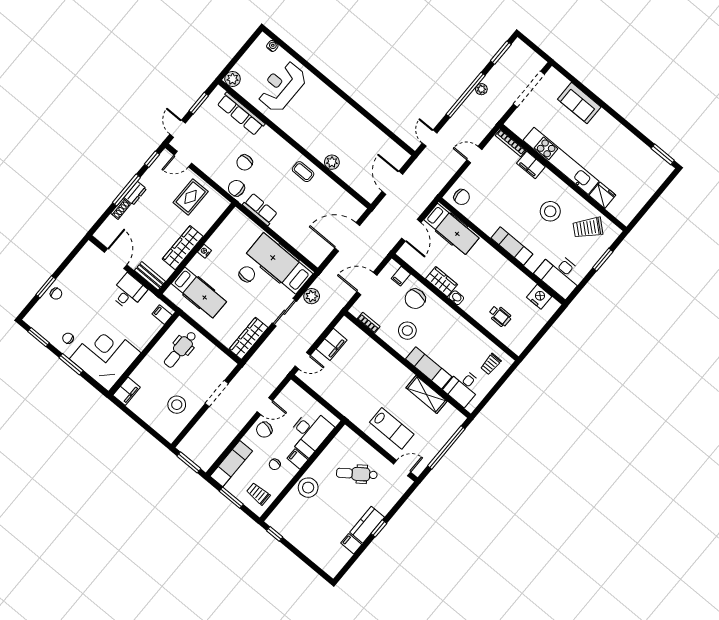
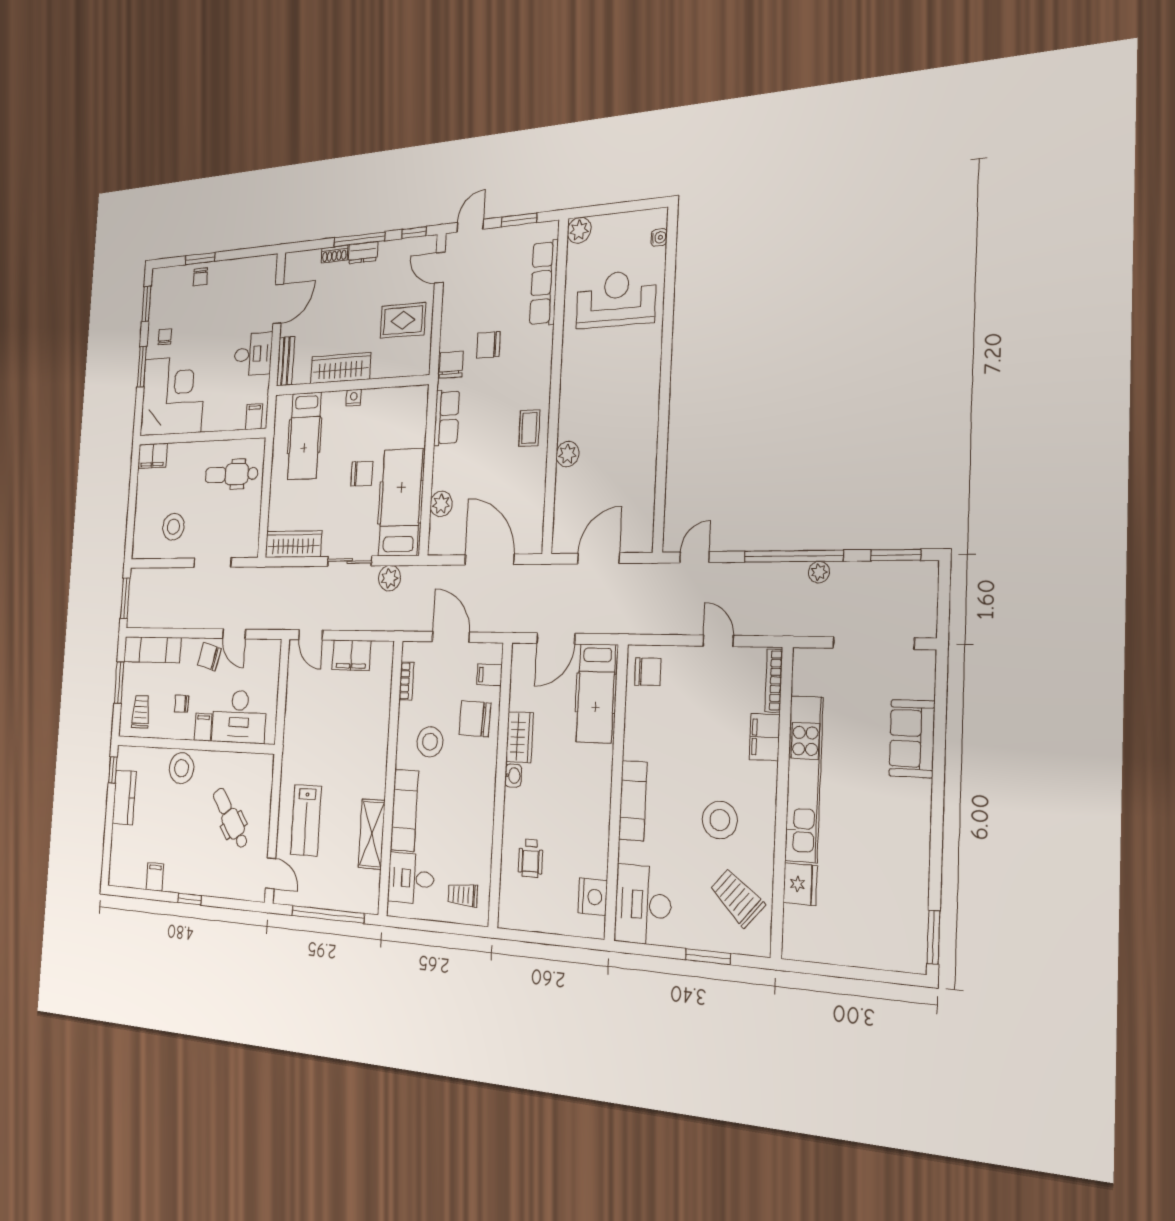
chair: (462, 197) -> (648, 672), turned -89
plant: (299, 243) -> (441, 504), added
kitchen counter: (367, 525) -> (124, 797), moved, turned 90

